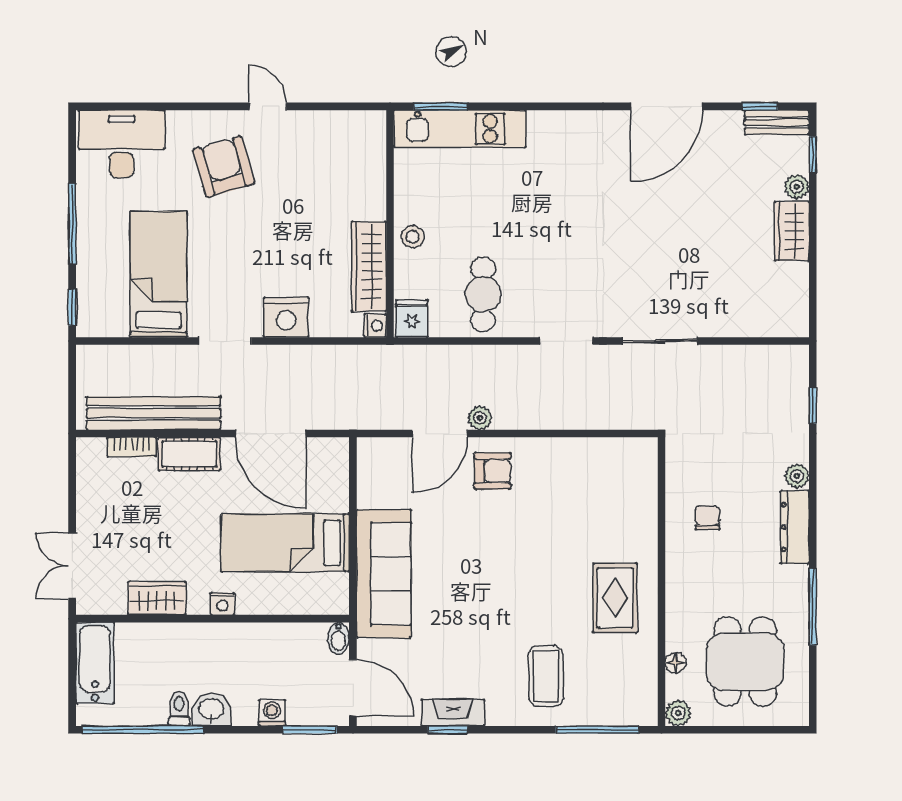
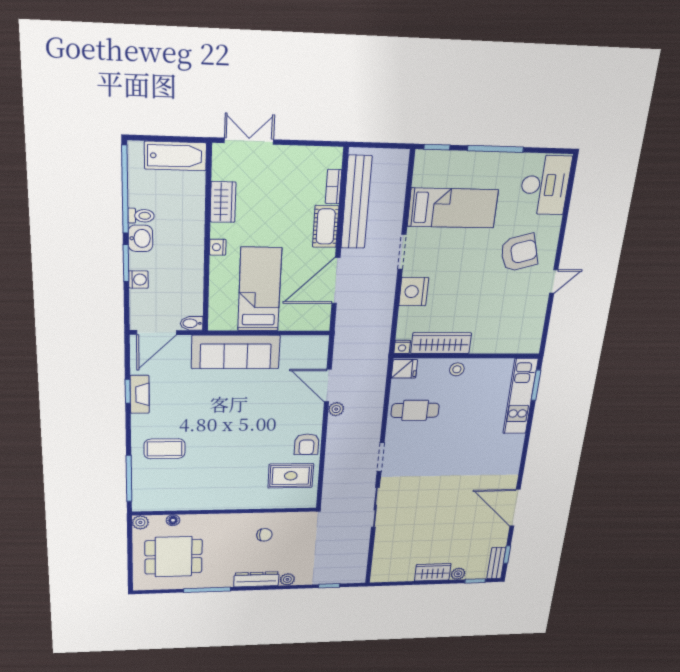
armchair: (493, 471) -> (307, 444), moved
rug: (615, 598) -> (291, 476), moved
window: (310, 730) -> (126, 263), moved

